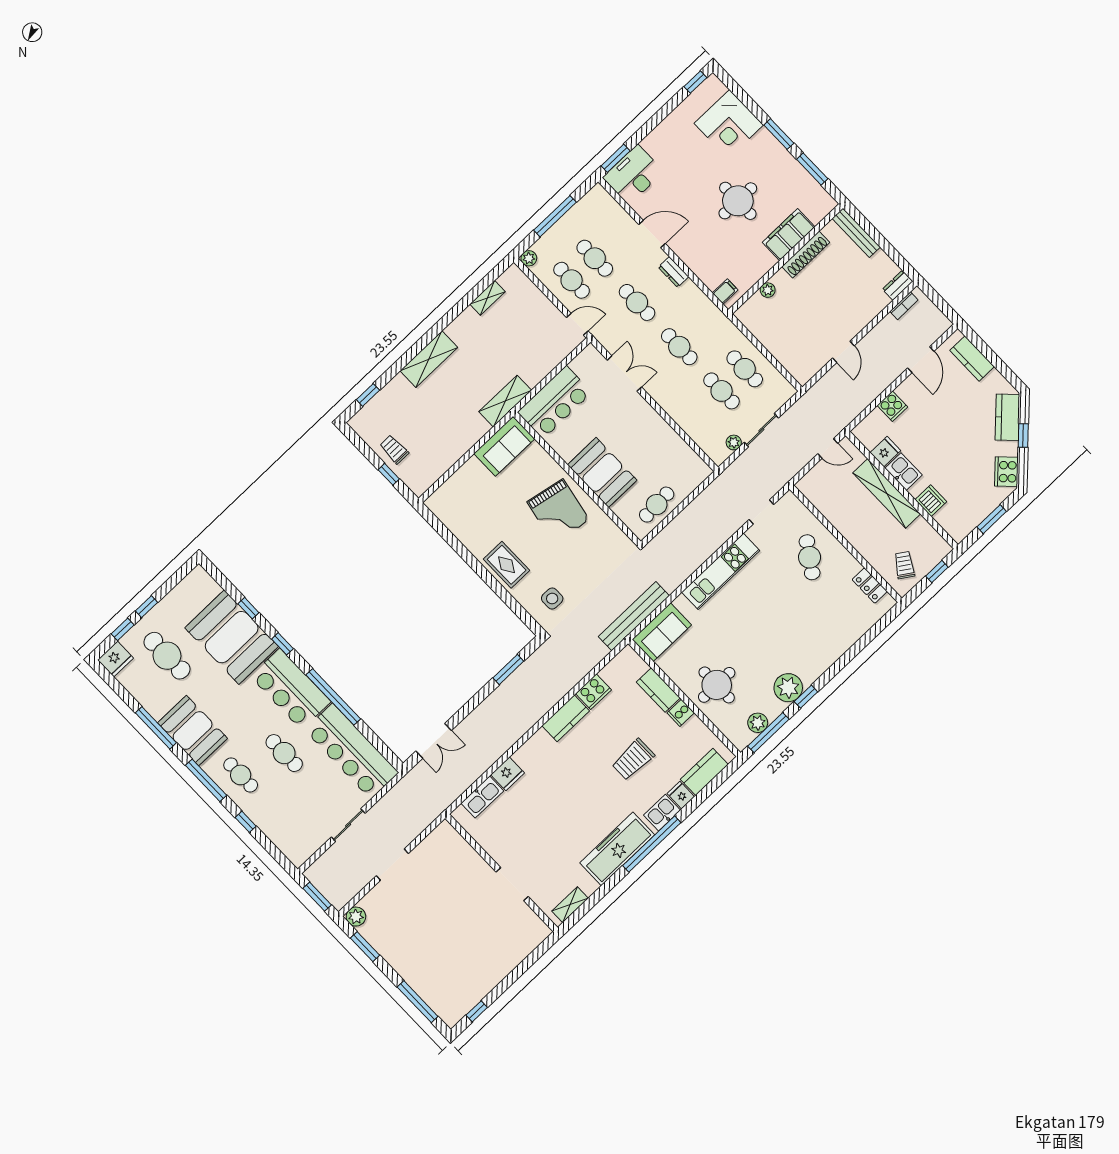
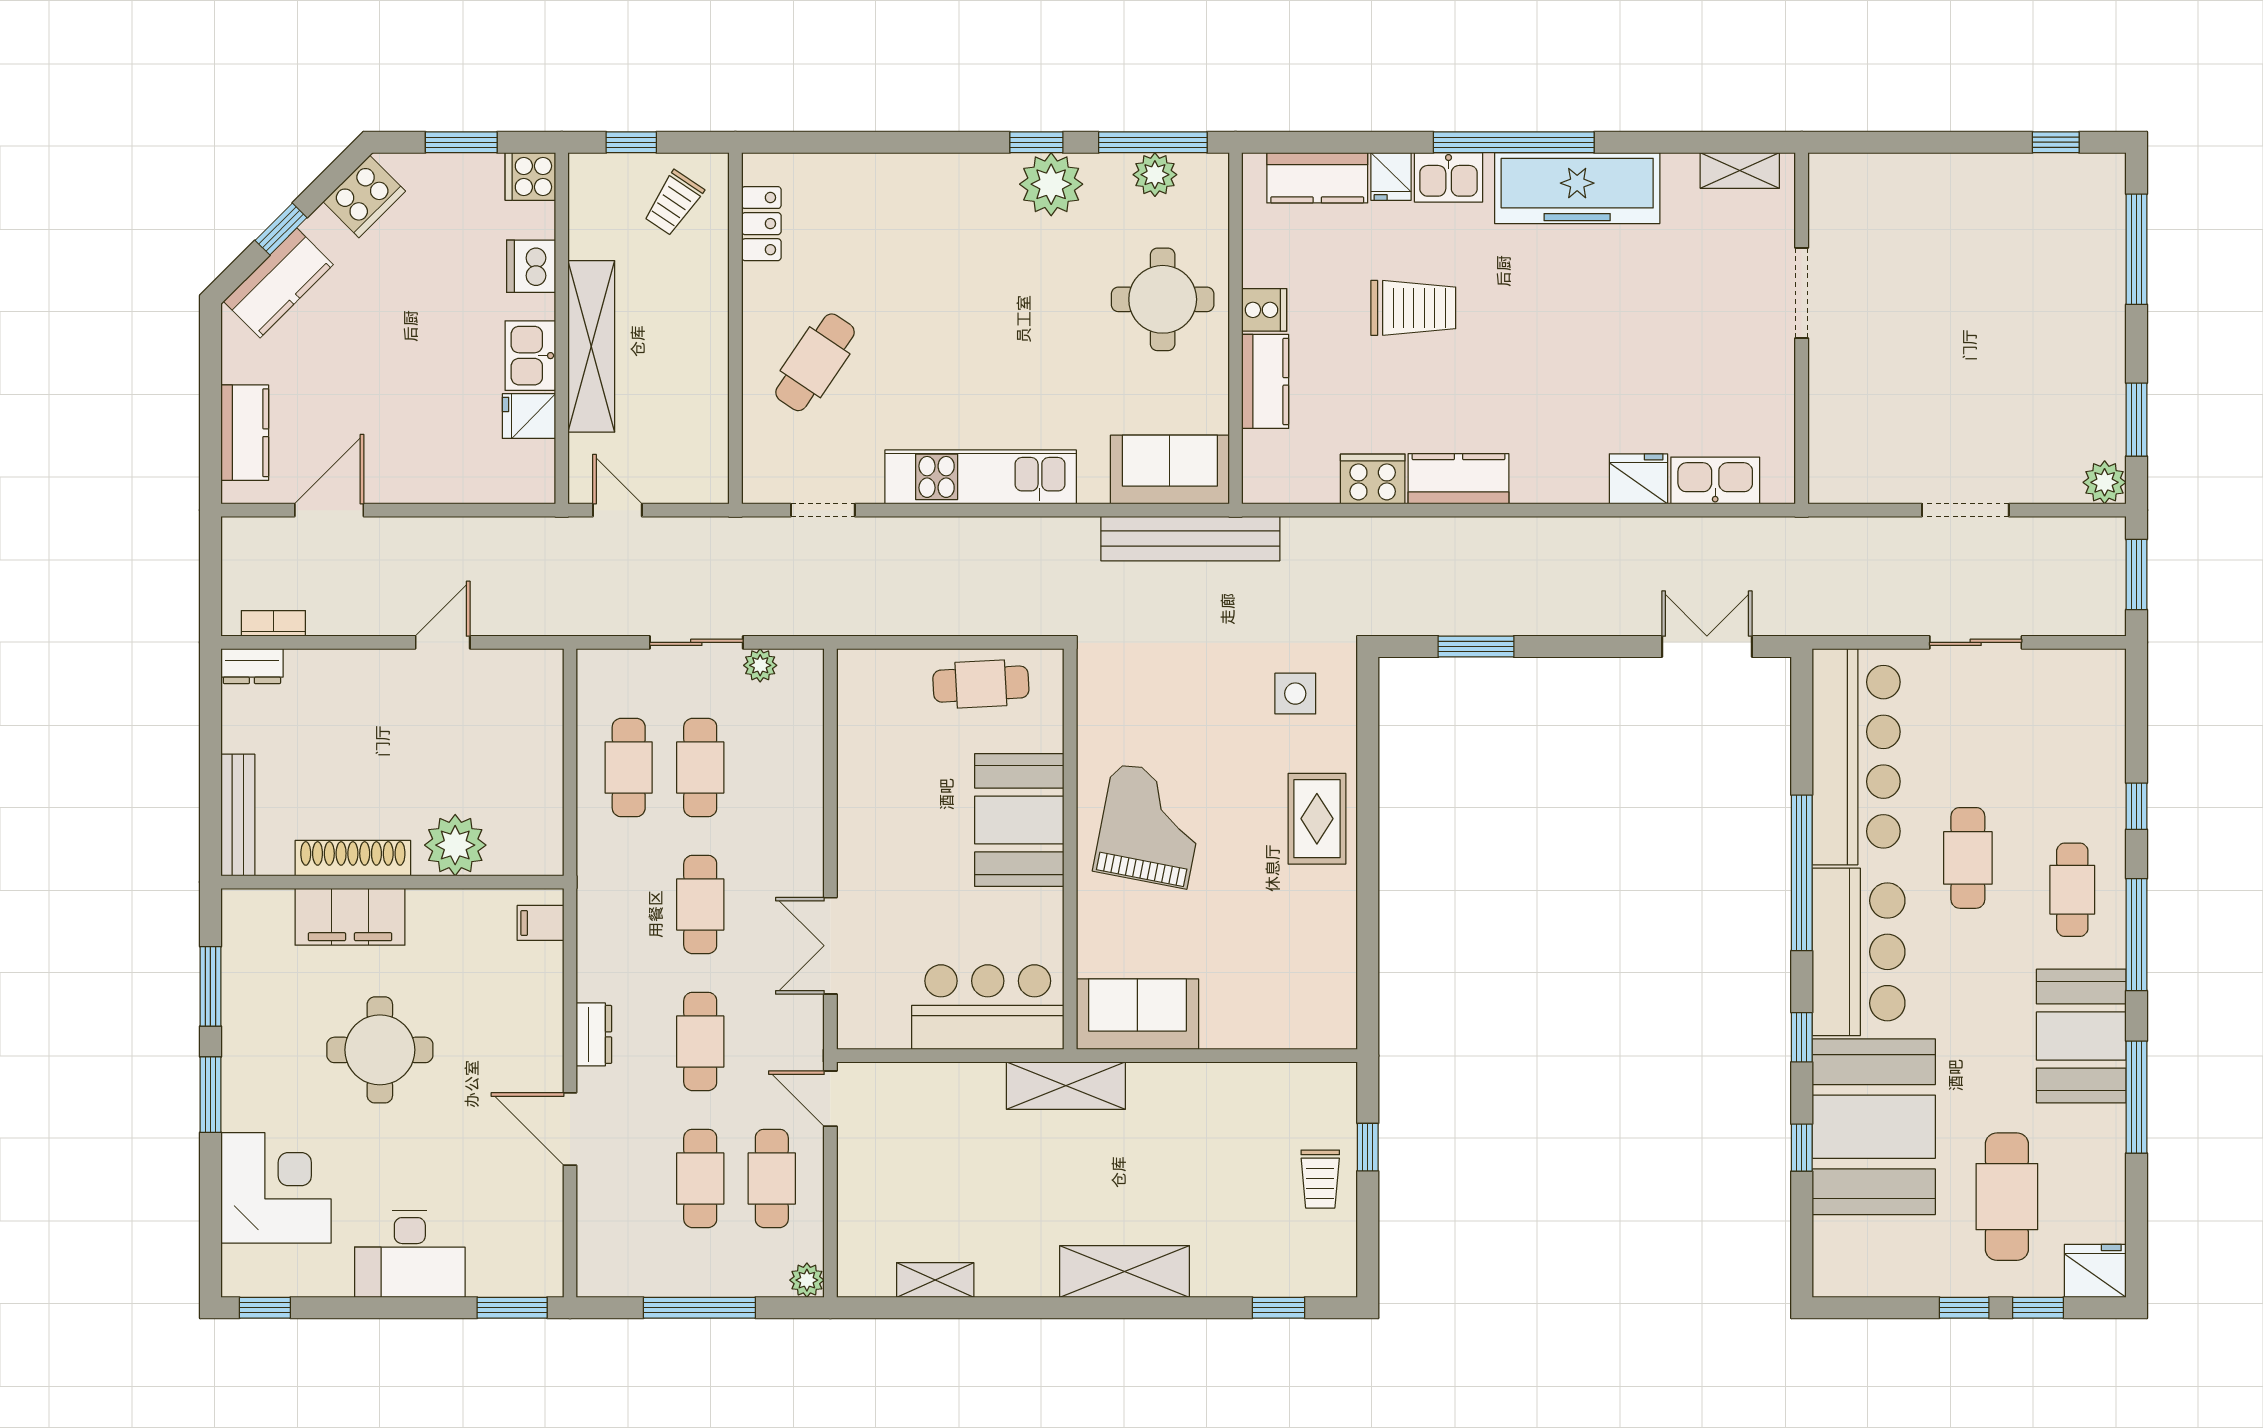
desk: (633, 175) -> (410, 1254), moved
plant: (768, 290) -> (455, 845), width x1.87, depth x1.87
cooker: (892, 406) -> (530, 176), moved, turned -90

